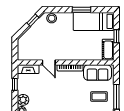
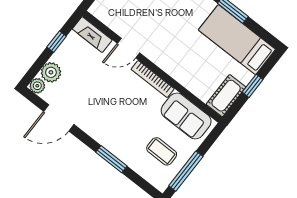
door: (49, 63) -> (128, 48), hinge flipped

